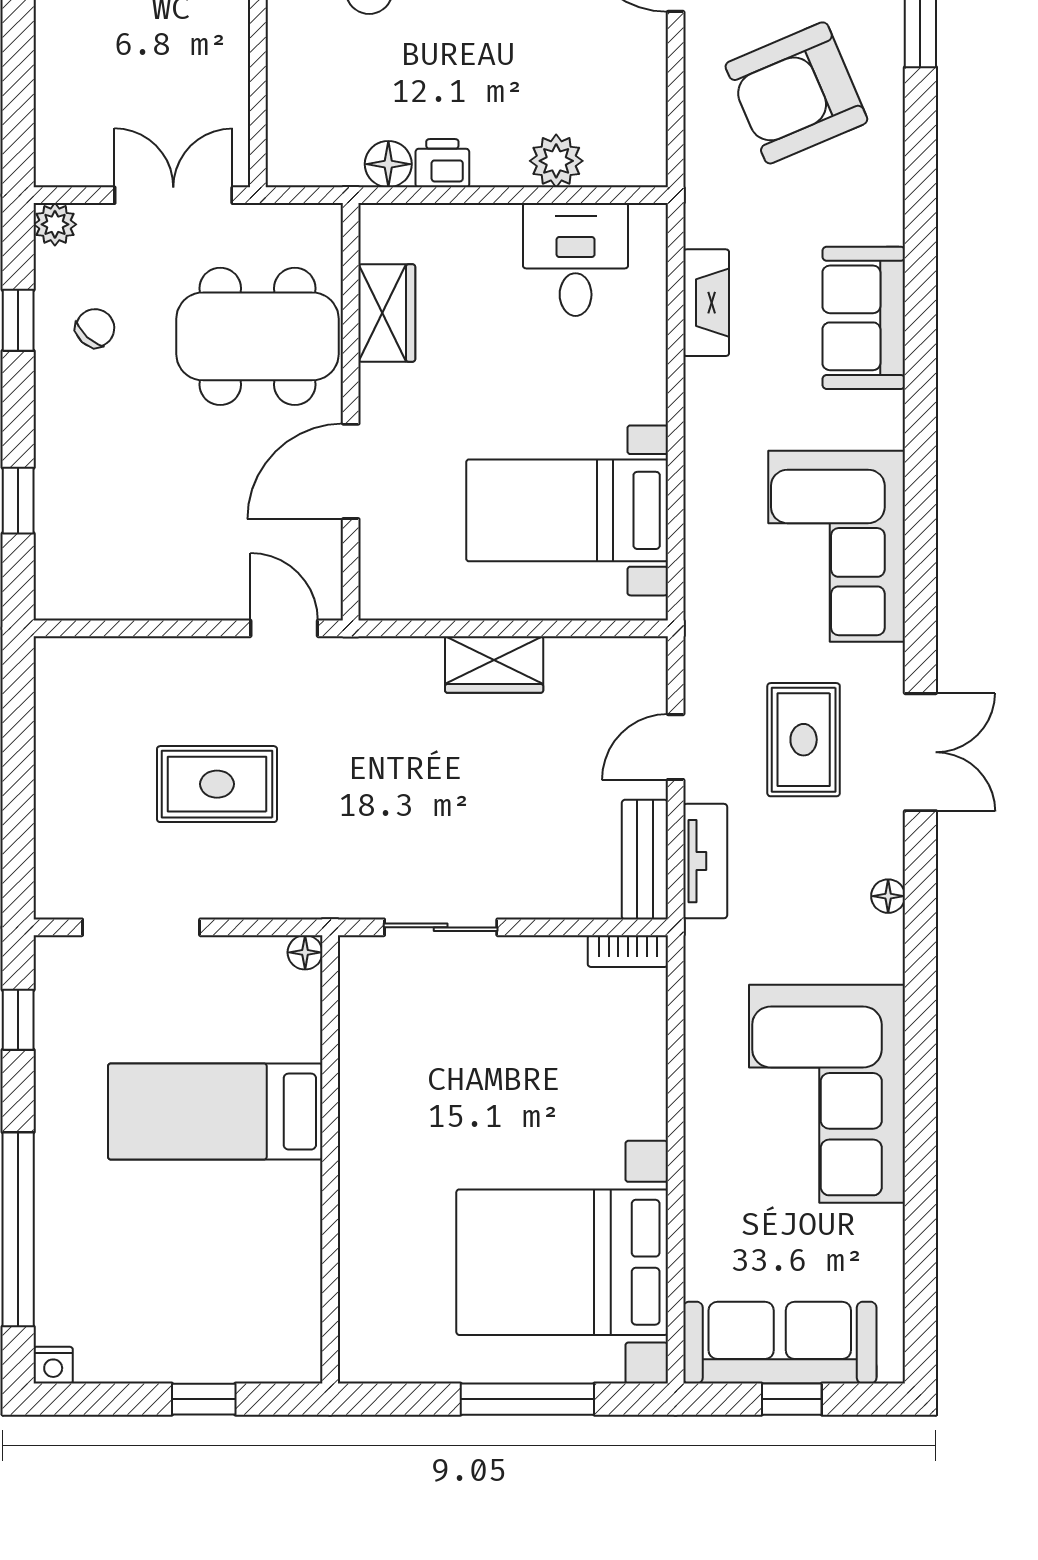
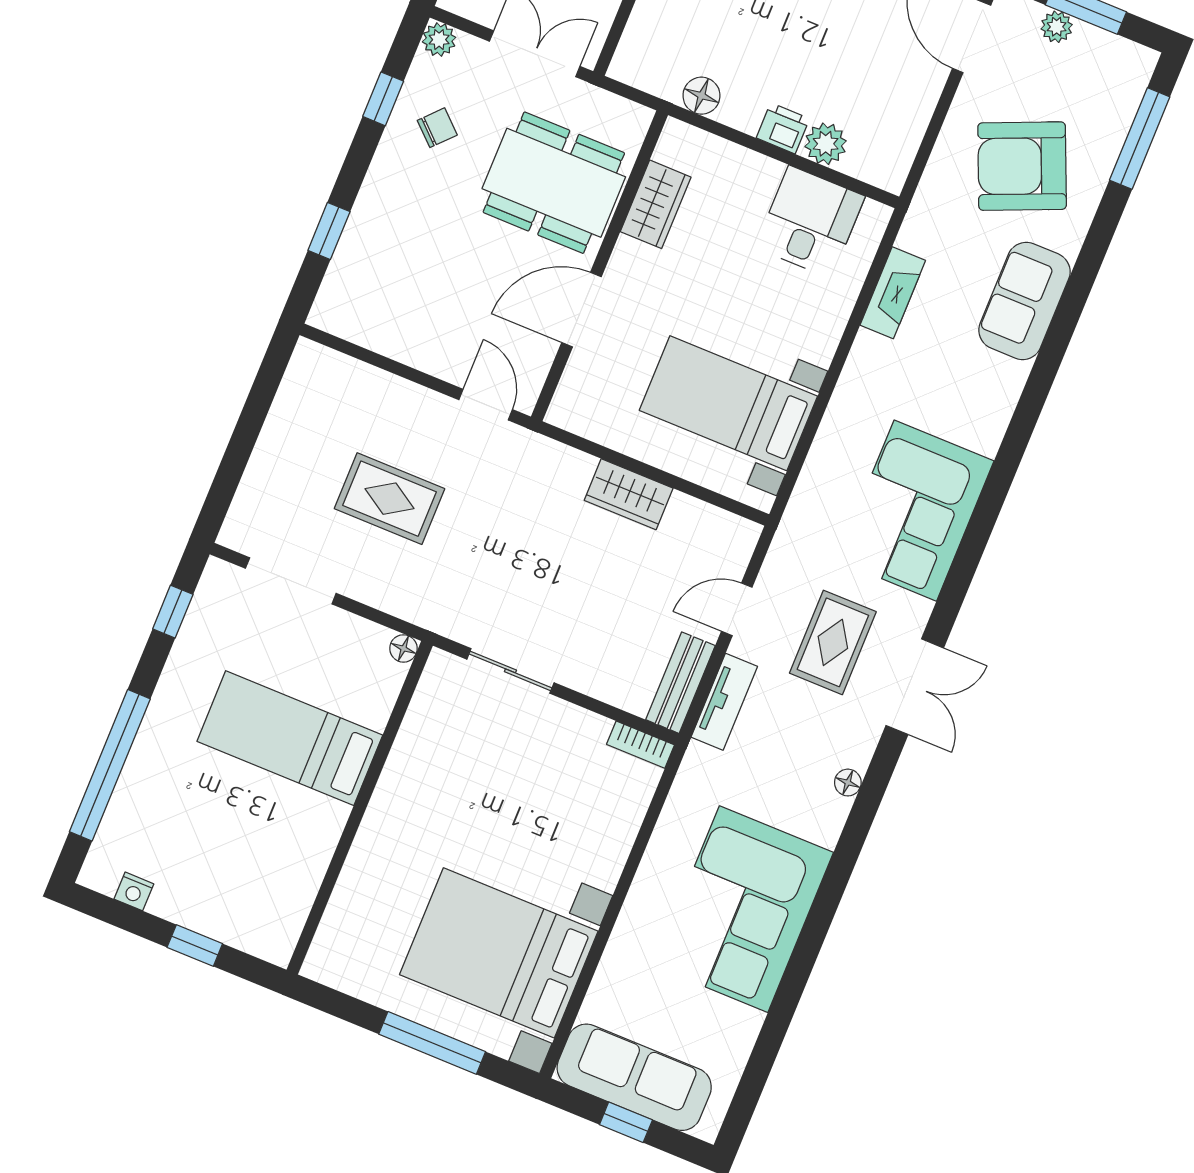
printer: (442, 163) -> (783, 128), moved
sofa: (864, 318) -> (1025, 301), moved
nightstand: (53, 1365) -> (134, 891), moved

